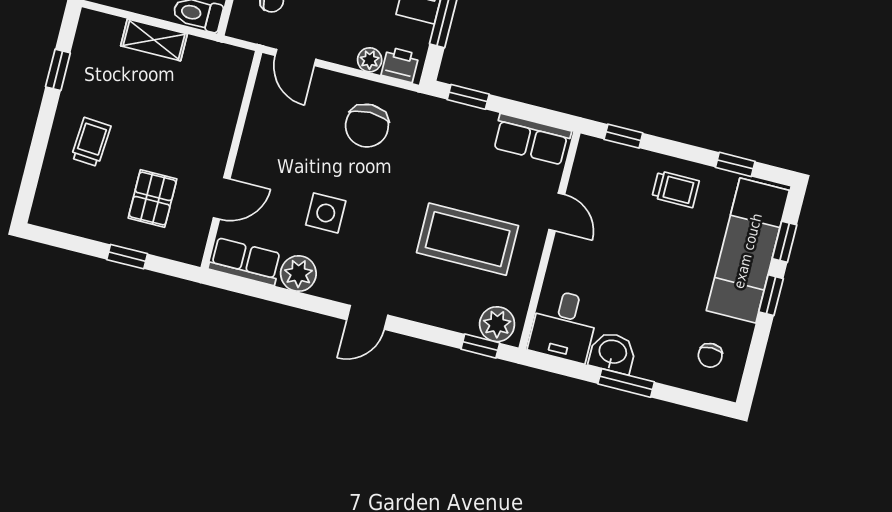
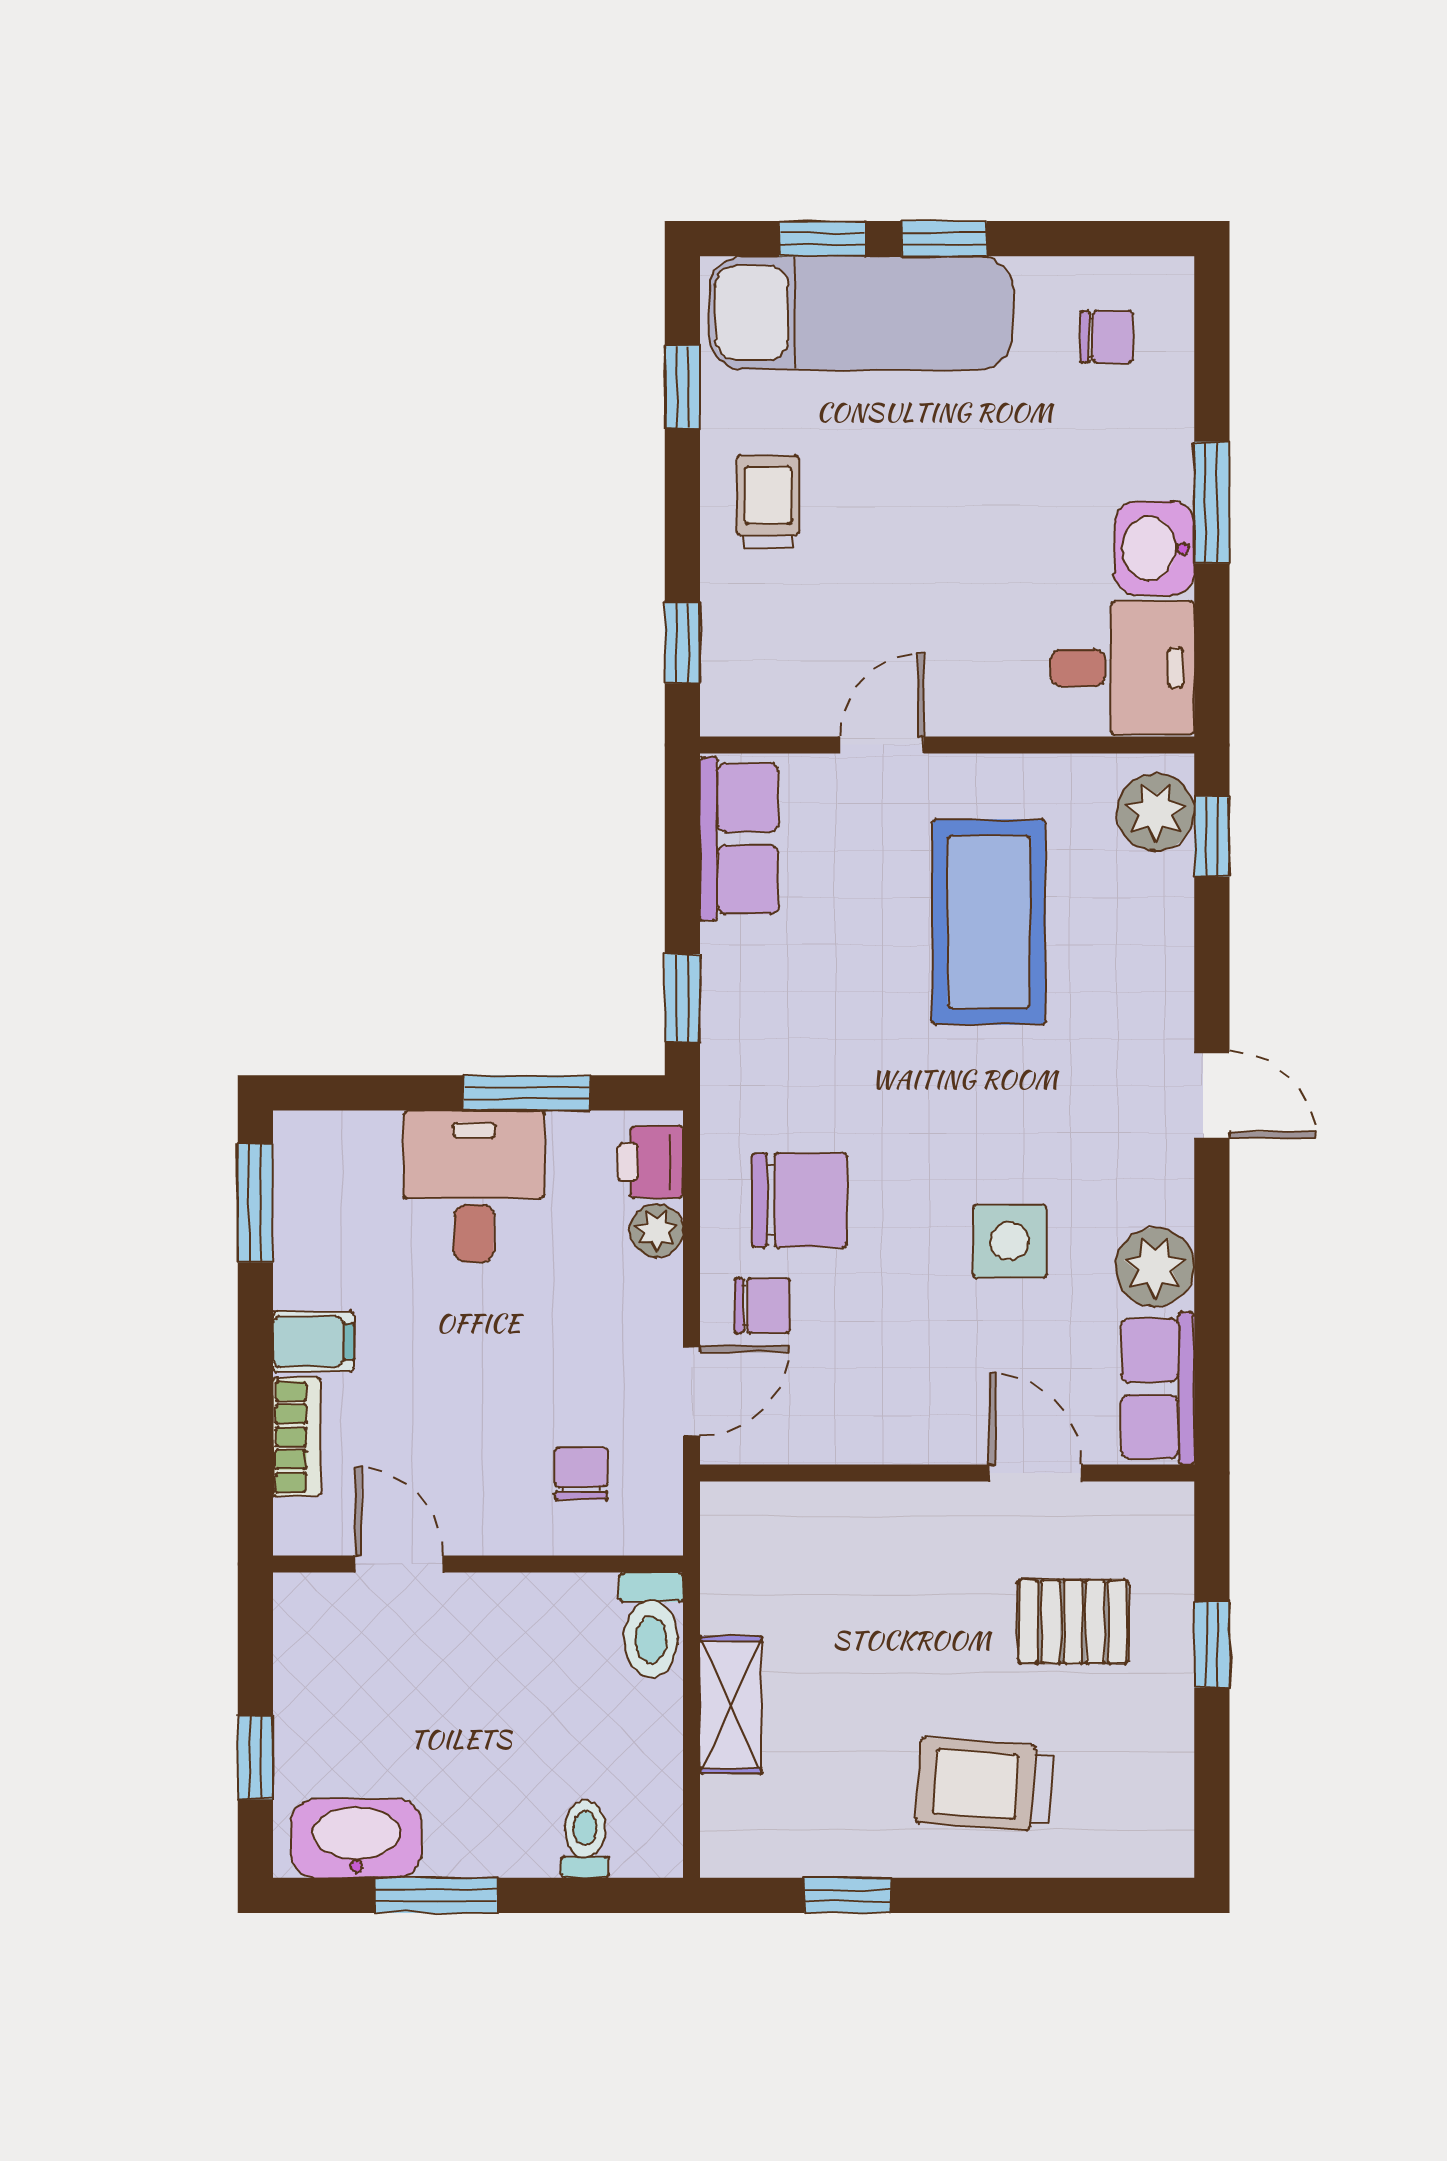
chair: (325, 98) -> (762, 1306), added
trolley: (91, 142) -> (985, 1785), width x1.36, depth x1.39

